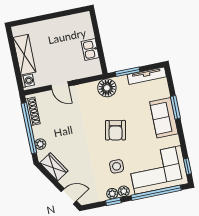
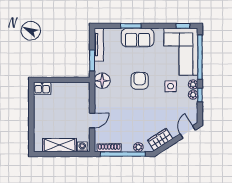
kitchen sink: (90, 49) -> (42, 88), moved
armchair: (115, 130) -> (140, 81), turned -101

